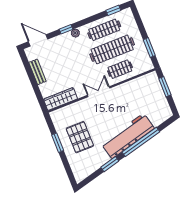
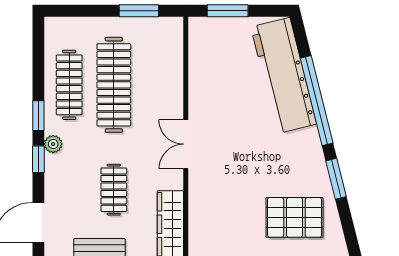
window: (113, 10) -> (38, 116), moved
clothes rail: (120, 69) -> (114, 190), moved
workbench: (128, 136) -> (284, 75), moved
pallet: (80, 137) -> (294, 217), moved

